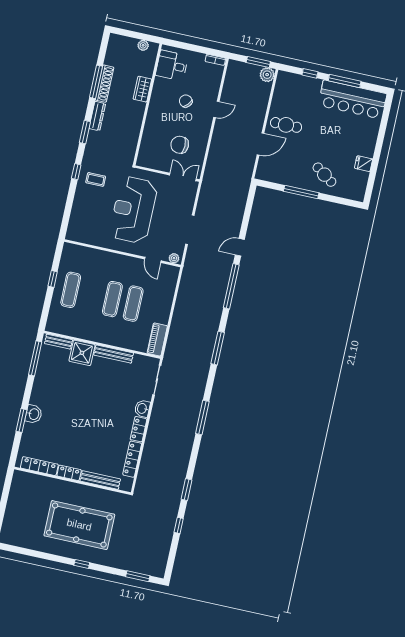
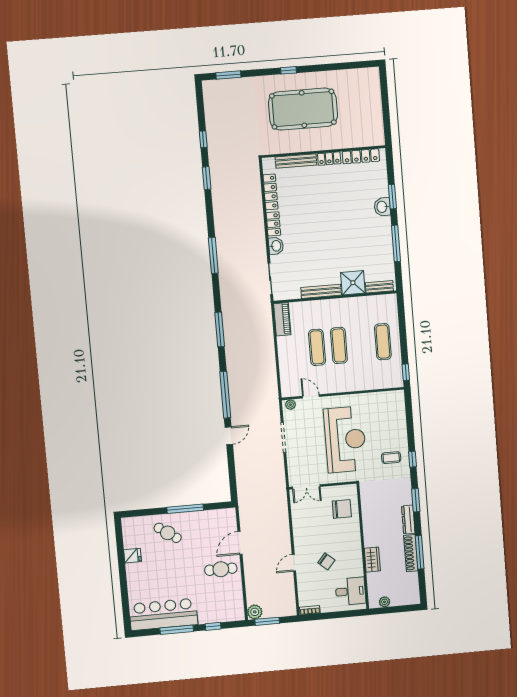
chair: (180, 145) -> (342, 509), moved
window: (53, 279) -> (406, 372), moved
window: (35, 358) -> (396, 243), moved

